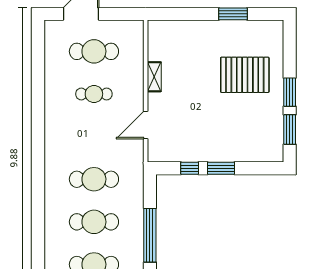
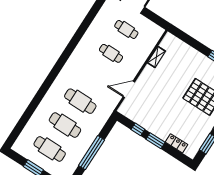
cafe table: (94, 51) -> (126, 29), width x0.73, depth x0.74
shelving: (154, 77) -> (156, 57), moved
locker: (250, 154) -> (177, 143), added

